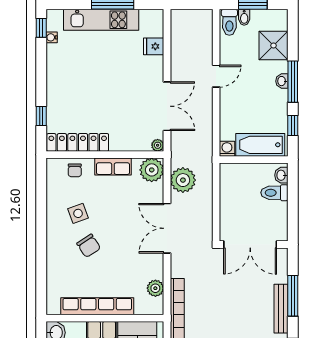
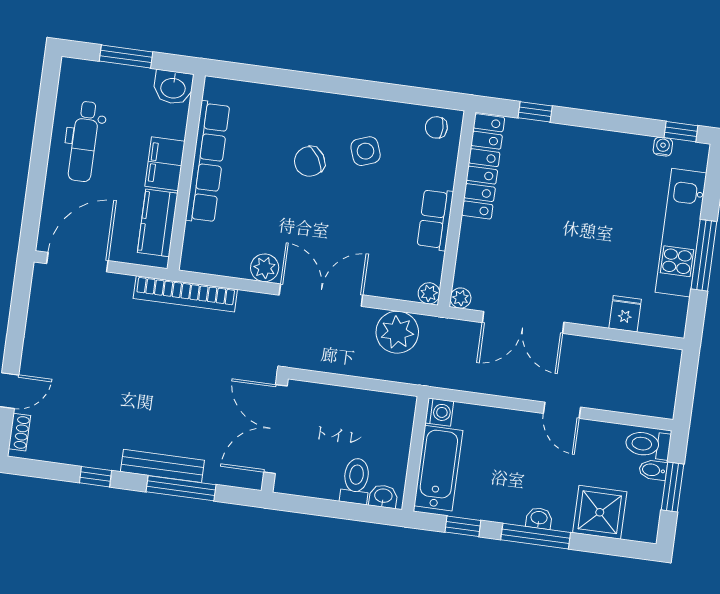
chair: (75, 170) -> (436, 127), moved
plant: (152, 170) -> (429, 293), width x0.53, depth x0.53
plant: (155, 288) -> (265, 268), moved

